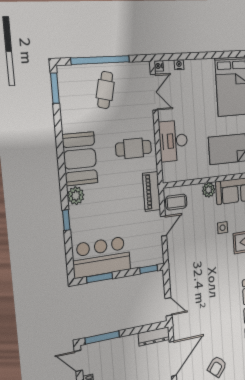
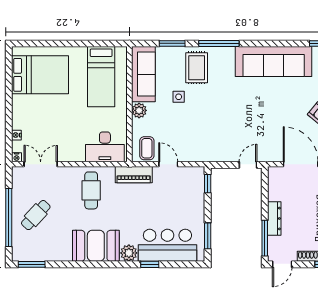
cafe table: (105, 90) -> (36, 215), turned -60
desk: (173, 141) -> (105, 147), moved
bar counter: (101, 257) -> (167, 245), moved, turned 90
dresser: (154, 336) -> (274, 218), moved

